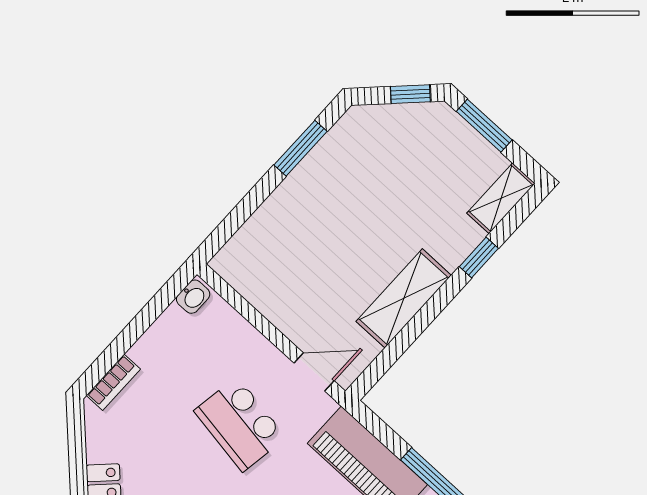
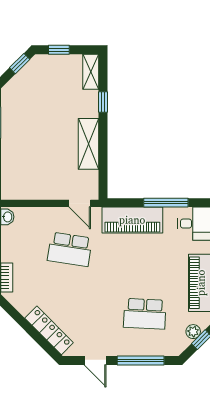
window: (484, 126) -> (59, 50), width x0.67
door: (314, 372) -> (80, 203), swing flipped

